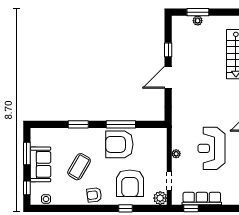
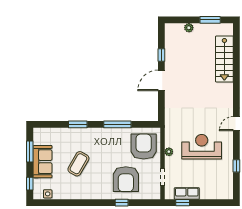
window: (198, 12) -> (210, 20), moved
armchair: (119, 144) -> (144, 147), moved, turned 90
reception desk: (211, 148) -> (202, 147), turned 90
armchair: (94, 195) -> (93, 190), removed
plant: (160, 198) -> (154, 193), removed
row of seats: (202, 199) -> (187, 193), width x0.68

